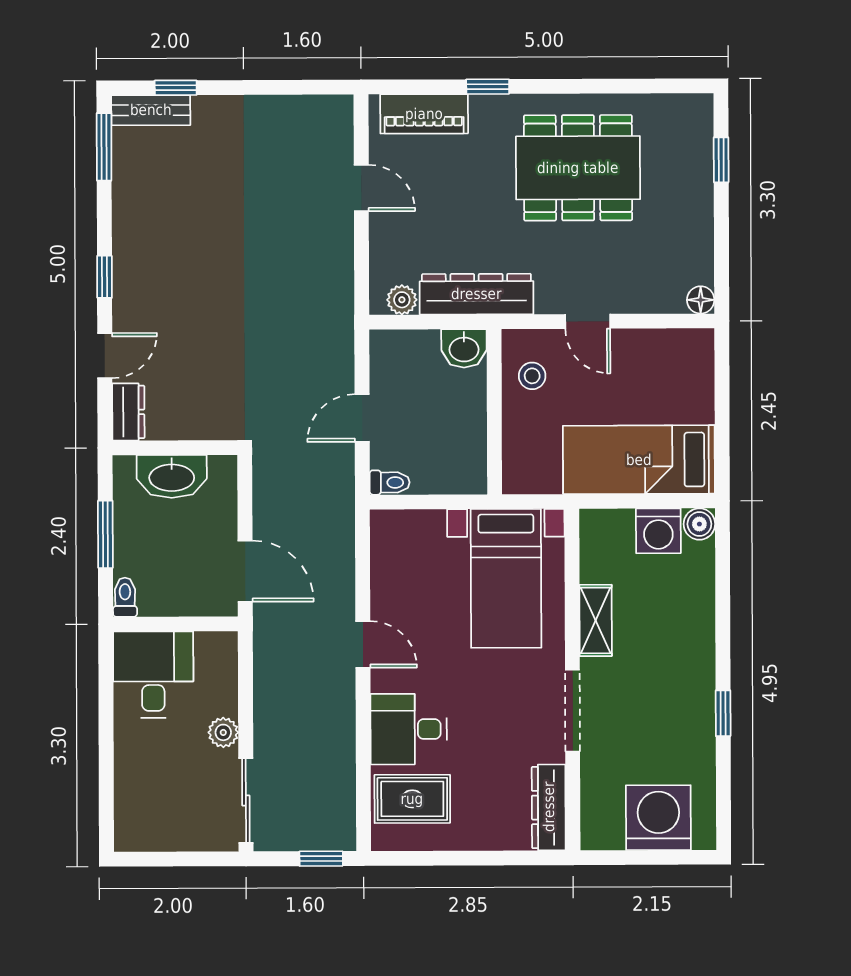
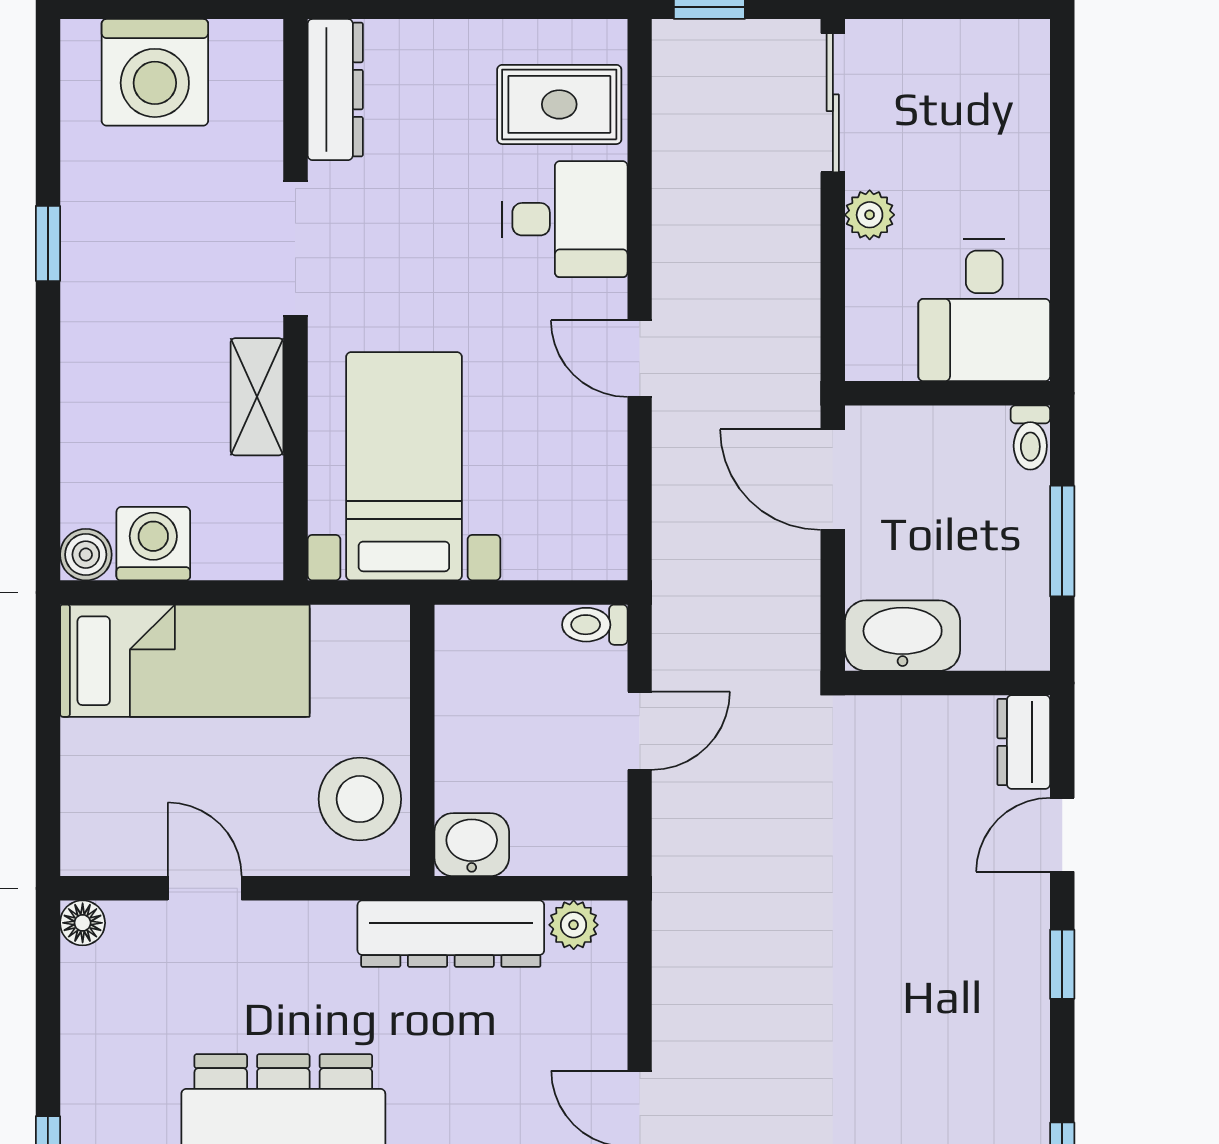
door: (588, 321) -> (205, 888), moved
stool: (532, 376) -> (360, 799), width x1.89, depth x1.89
washbasin: (172, 476) -> (903, 636), moved

